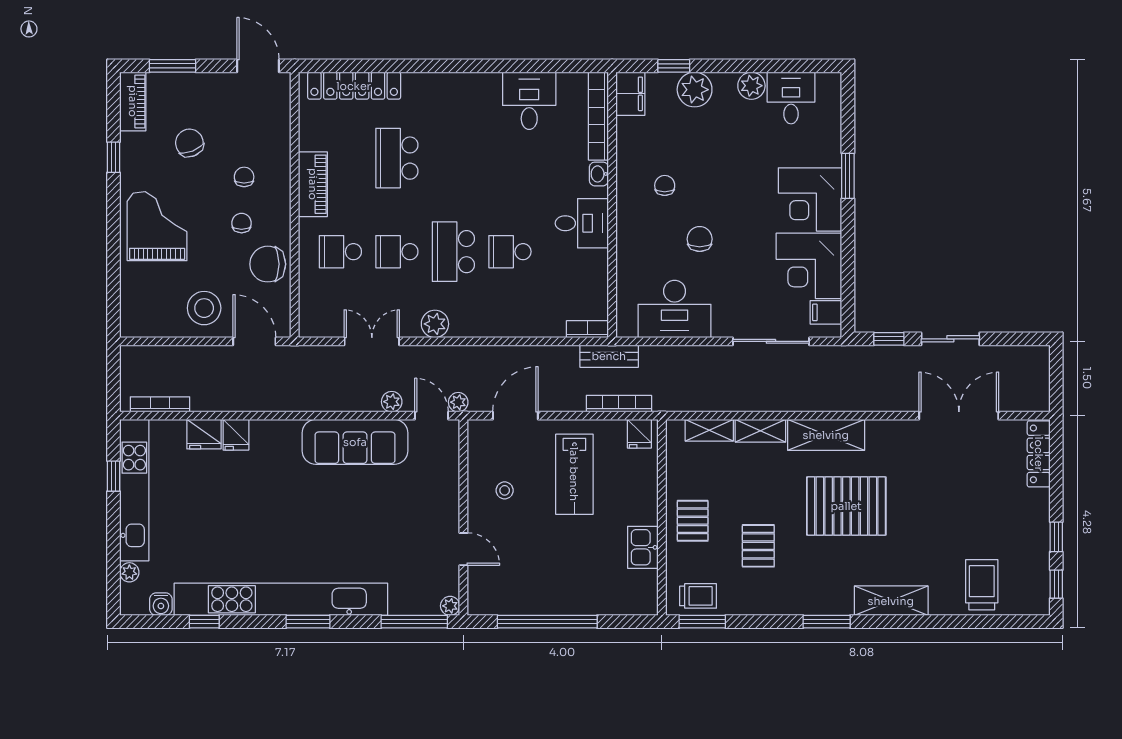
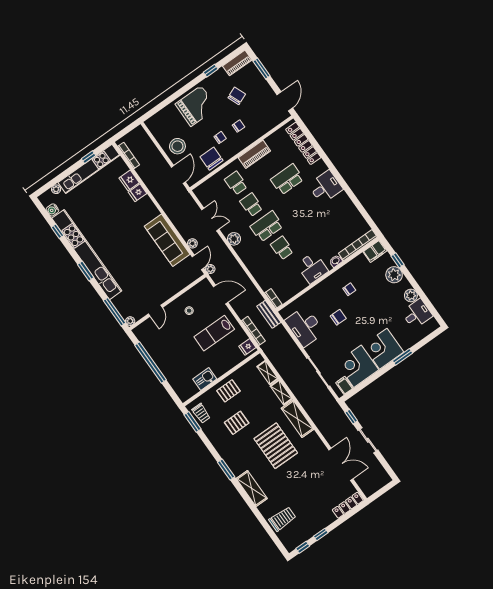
desk: (529, 101) -> (325, 187), moved

